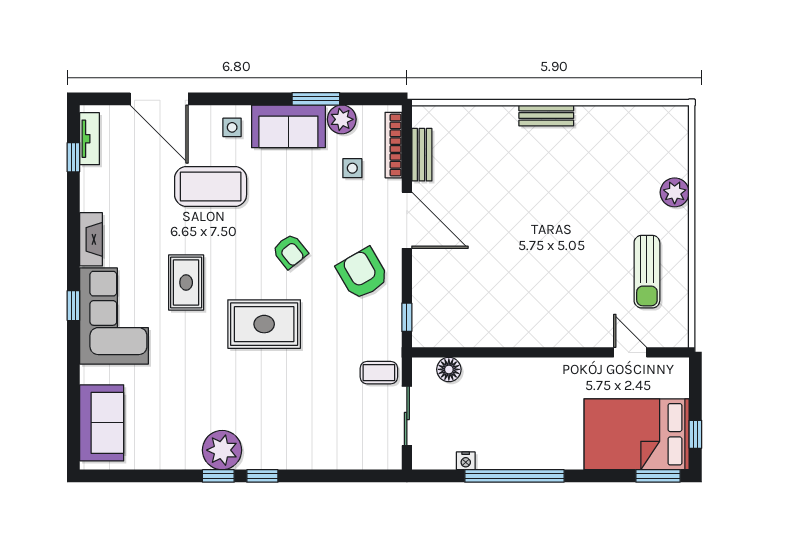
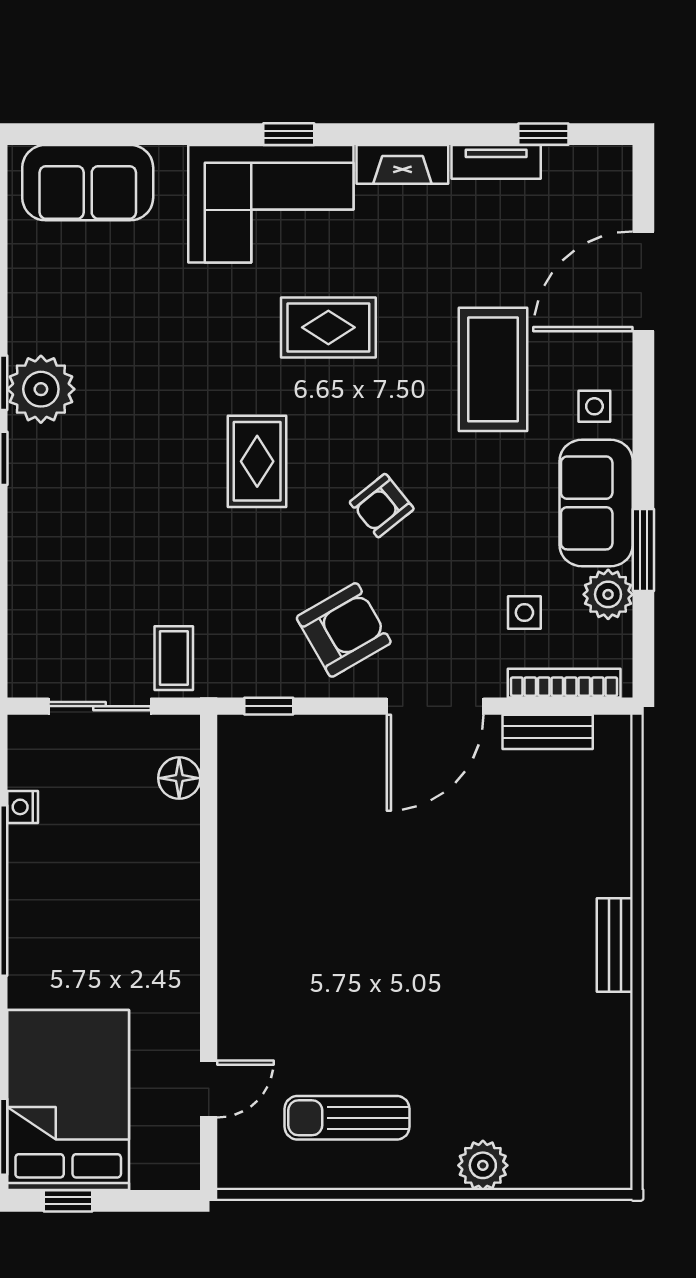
tv unit: (90, 139) -> (496, 162), moved
rug: (264, 324) -> (257, 461), width x0.73, depth x0.70

